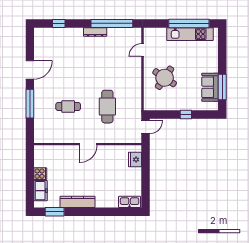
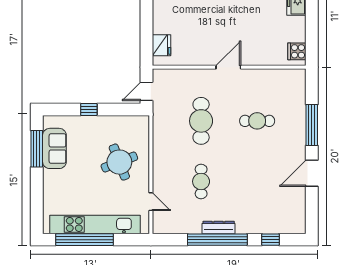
window: (112, 23) -> (217, 240), moved
kitchen unit: (190, 34) -> (95, 224), width x1.36
door: (142, 50) -> (151, 202), hinge flipped
cafe table: (107, 64) -> (201, 181), added
round table: (165, 78) -> (119, 162), turned 35
cooker: (40, 174) -> (297, 51), moved

